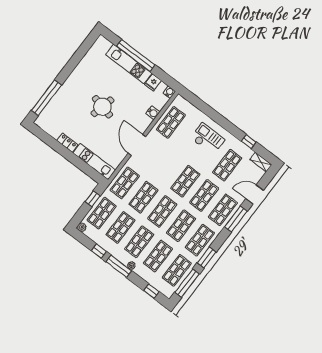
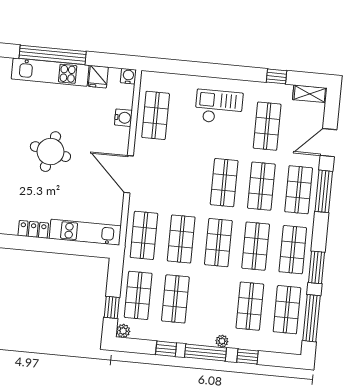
window: (93, 199) -> (112, 307), moved
shop shelf: (139, 242) -> (213, 303), removed
window: (151, 291) -> (247, 357), moved

